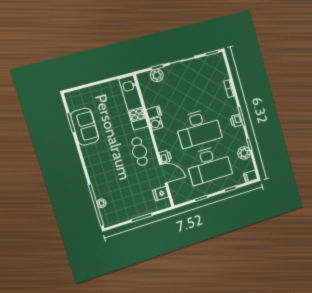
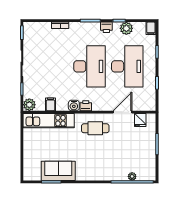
plant: (157, 75) -> (29, 105), moved
filing cabinet: (154, 112) -> (51, 104), moved
printer: (236, 121) -> (106, 27), moved
printer: (165, 157) -> (86, 106), moved

